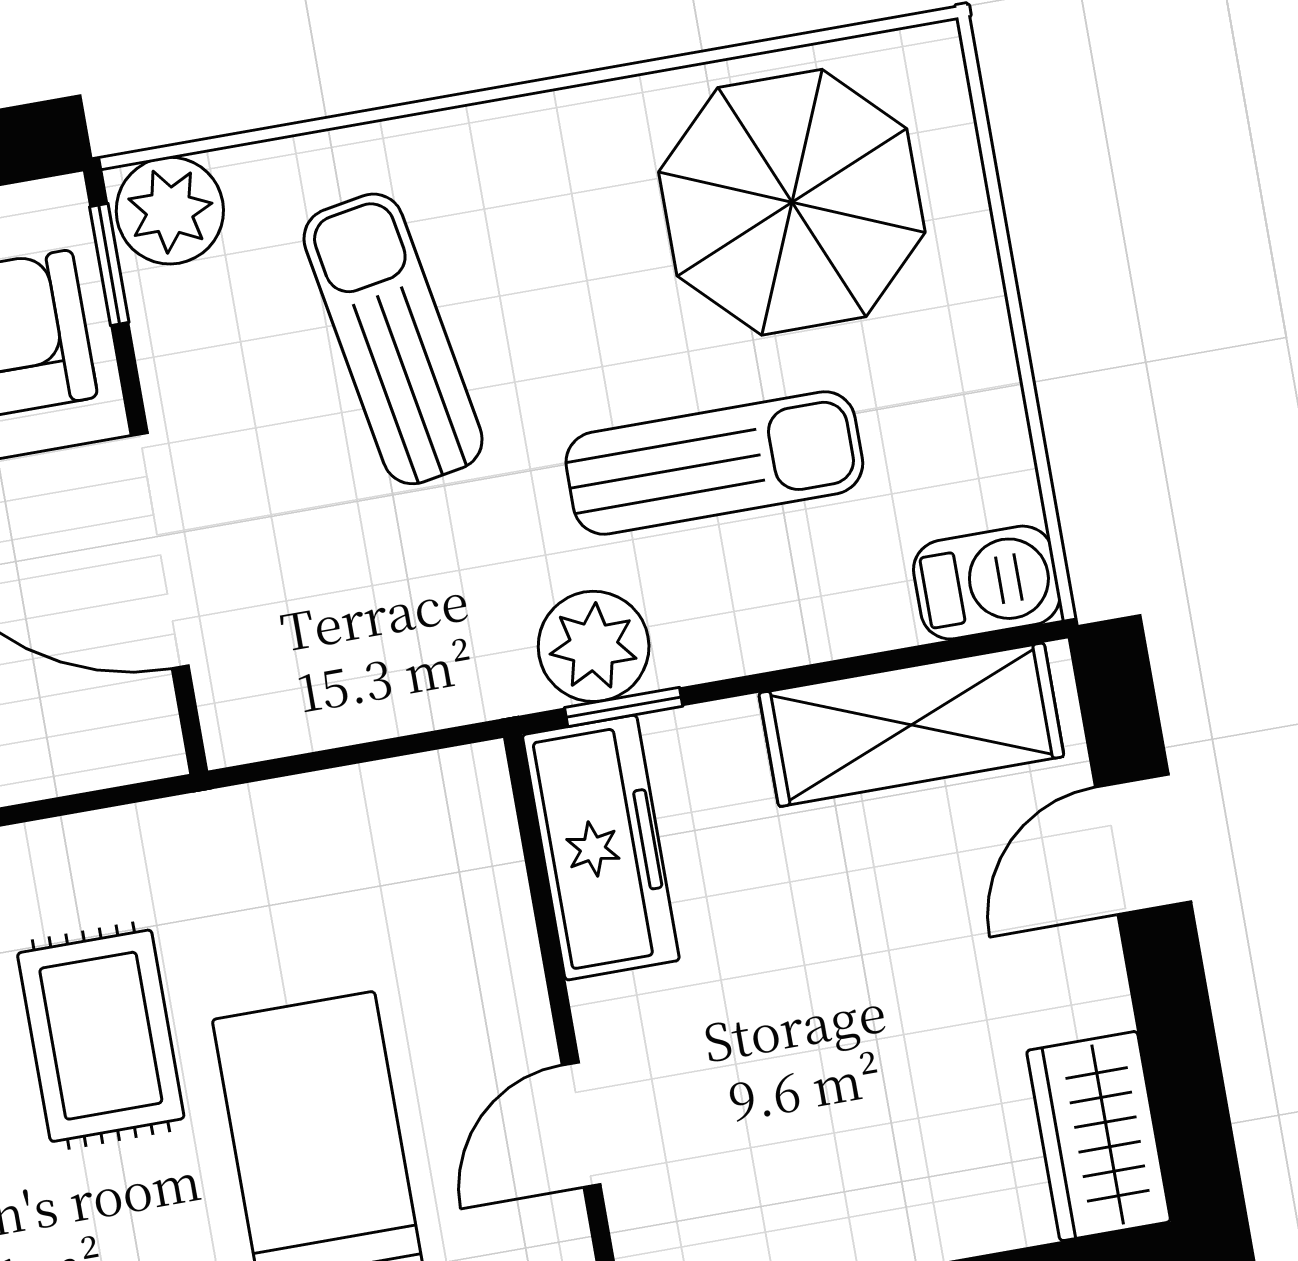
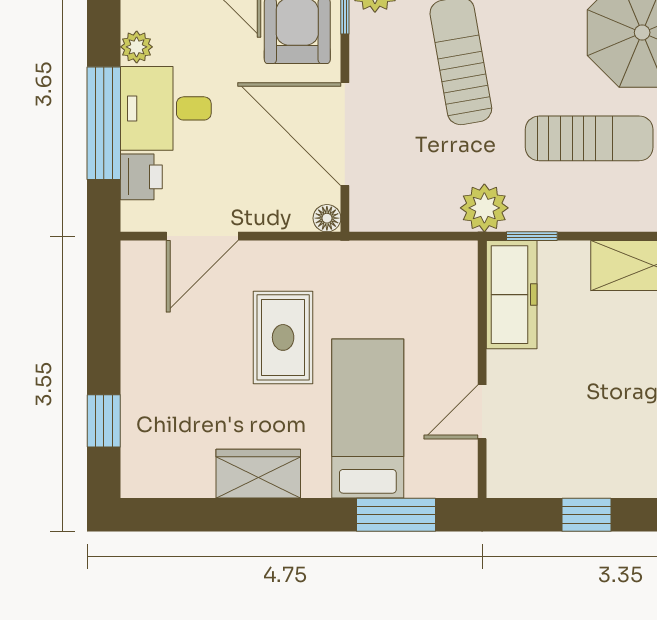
plant: (594, 646) -> (484, 208), moved
floor lamp: (153, 748) -> (327, 218), added

